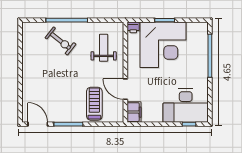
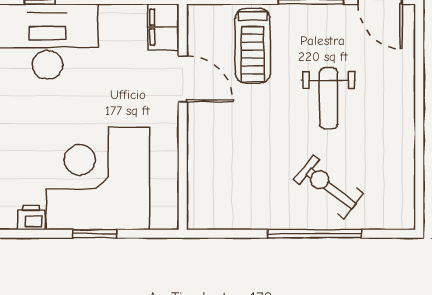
printer: (133, 27) -> (31, 217), moved
weight bench: (104, 48) -> (329, 98), moved

